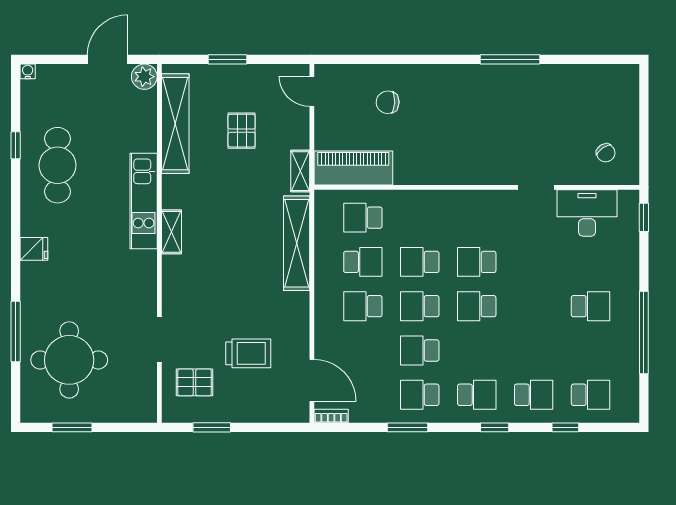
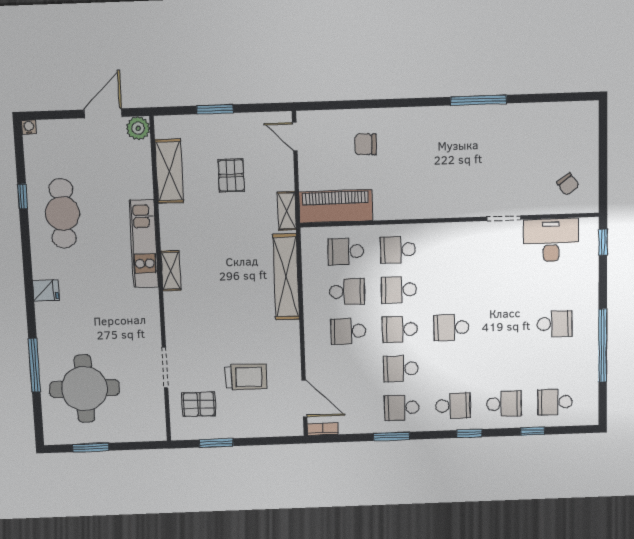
shelving: (175, 124) -> (169, 171), width x0.68
school desk: (477, 262) -> (398, 250), moved
school desk: (591, 395) -> (555, 402), turned 180

